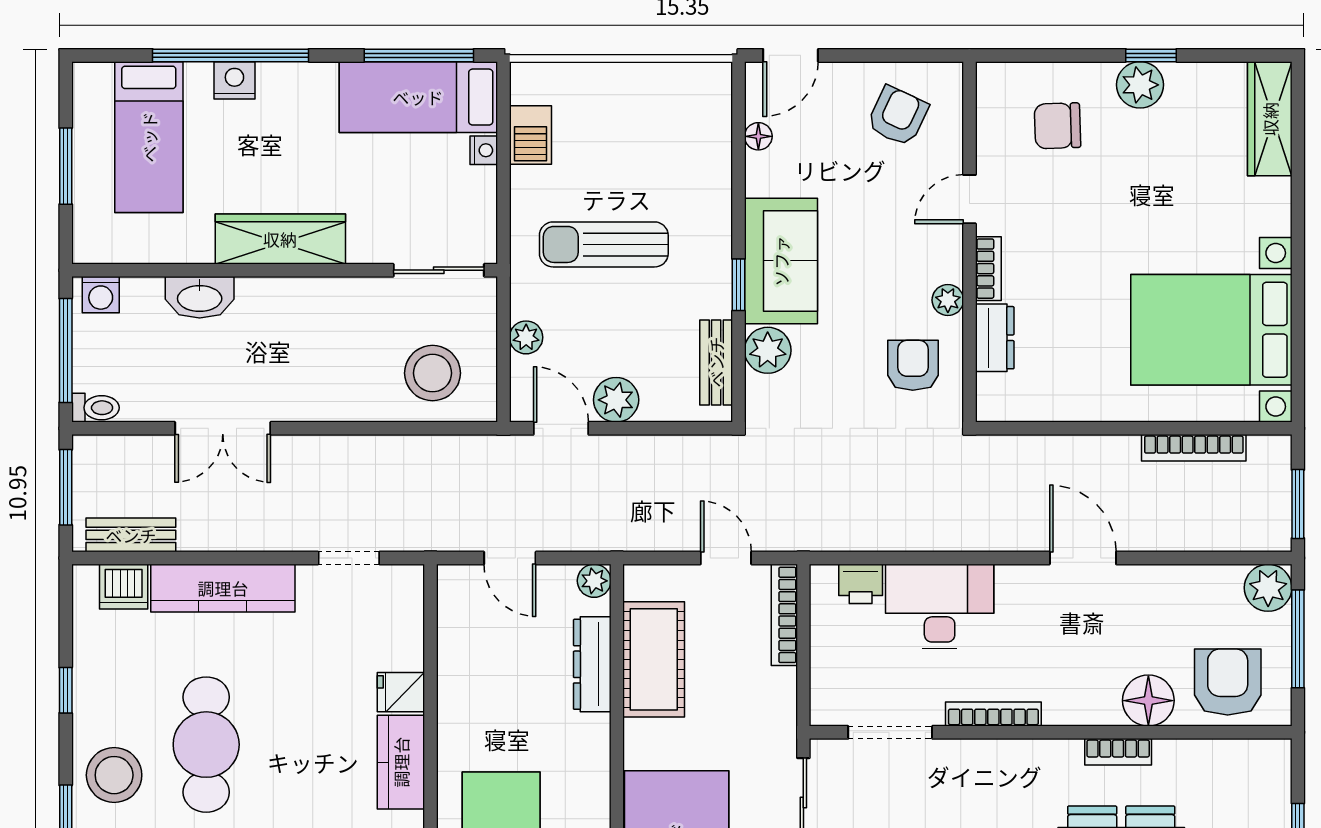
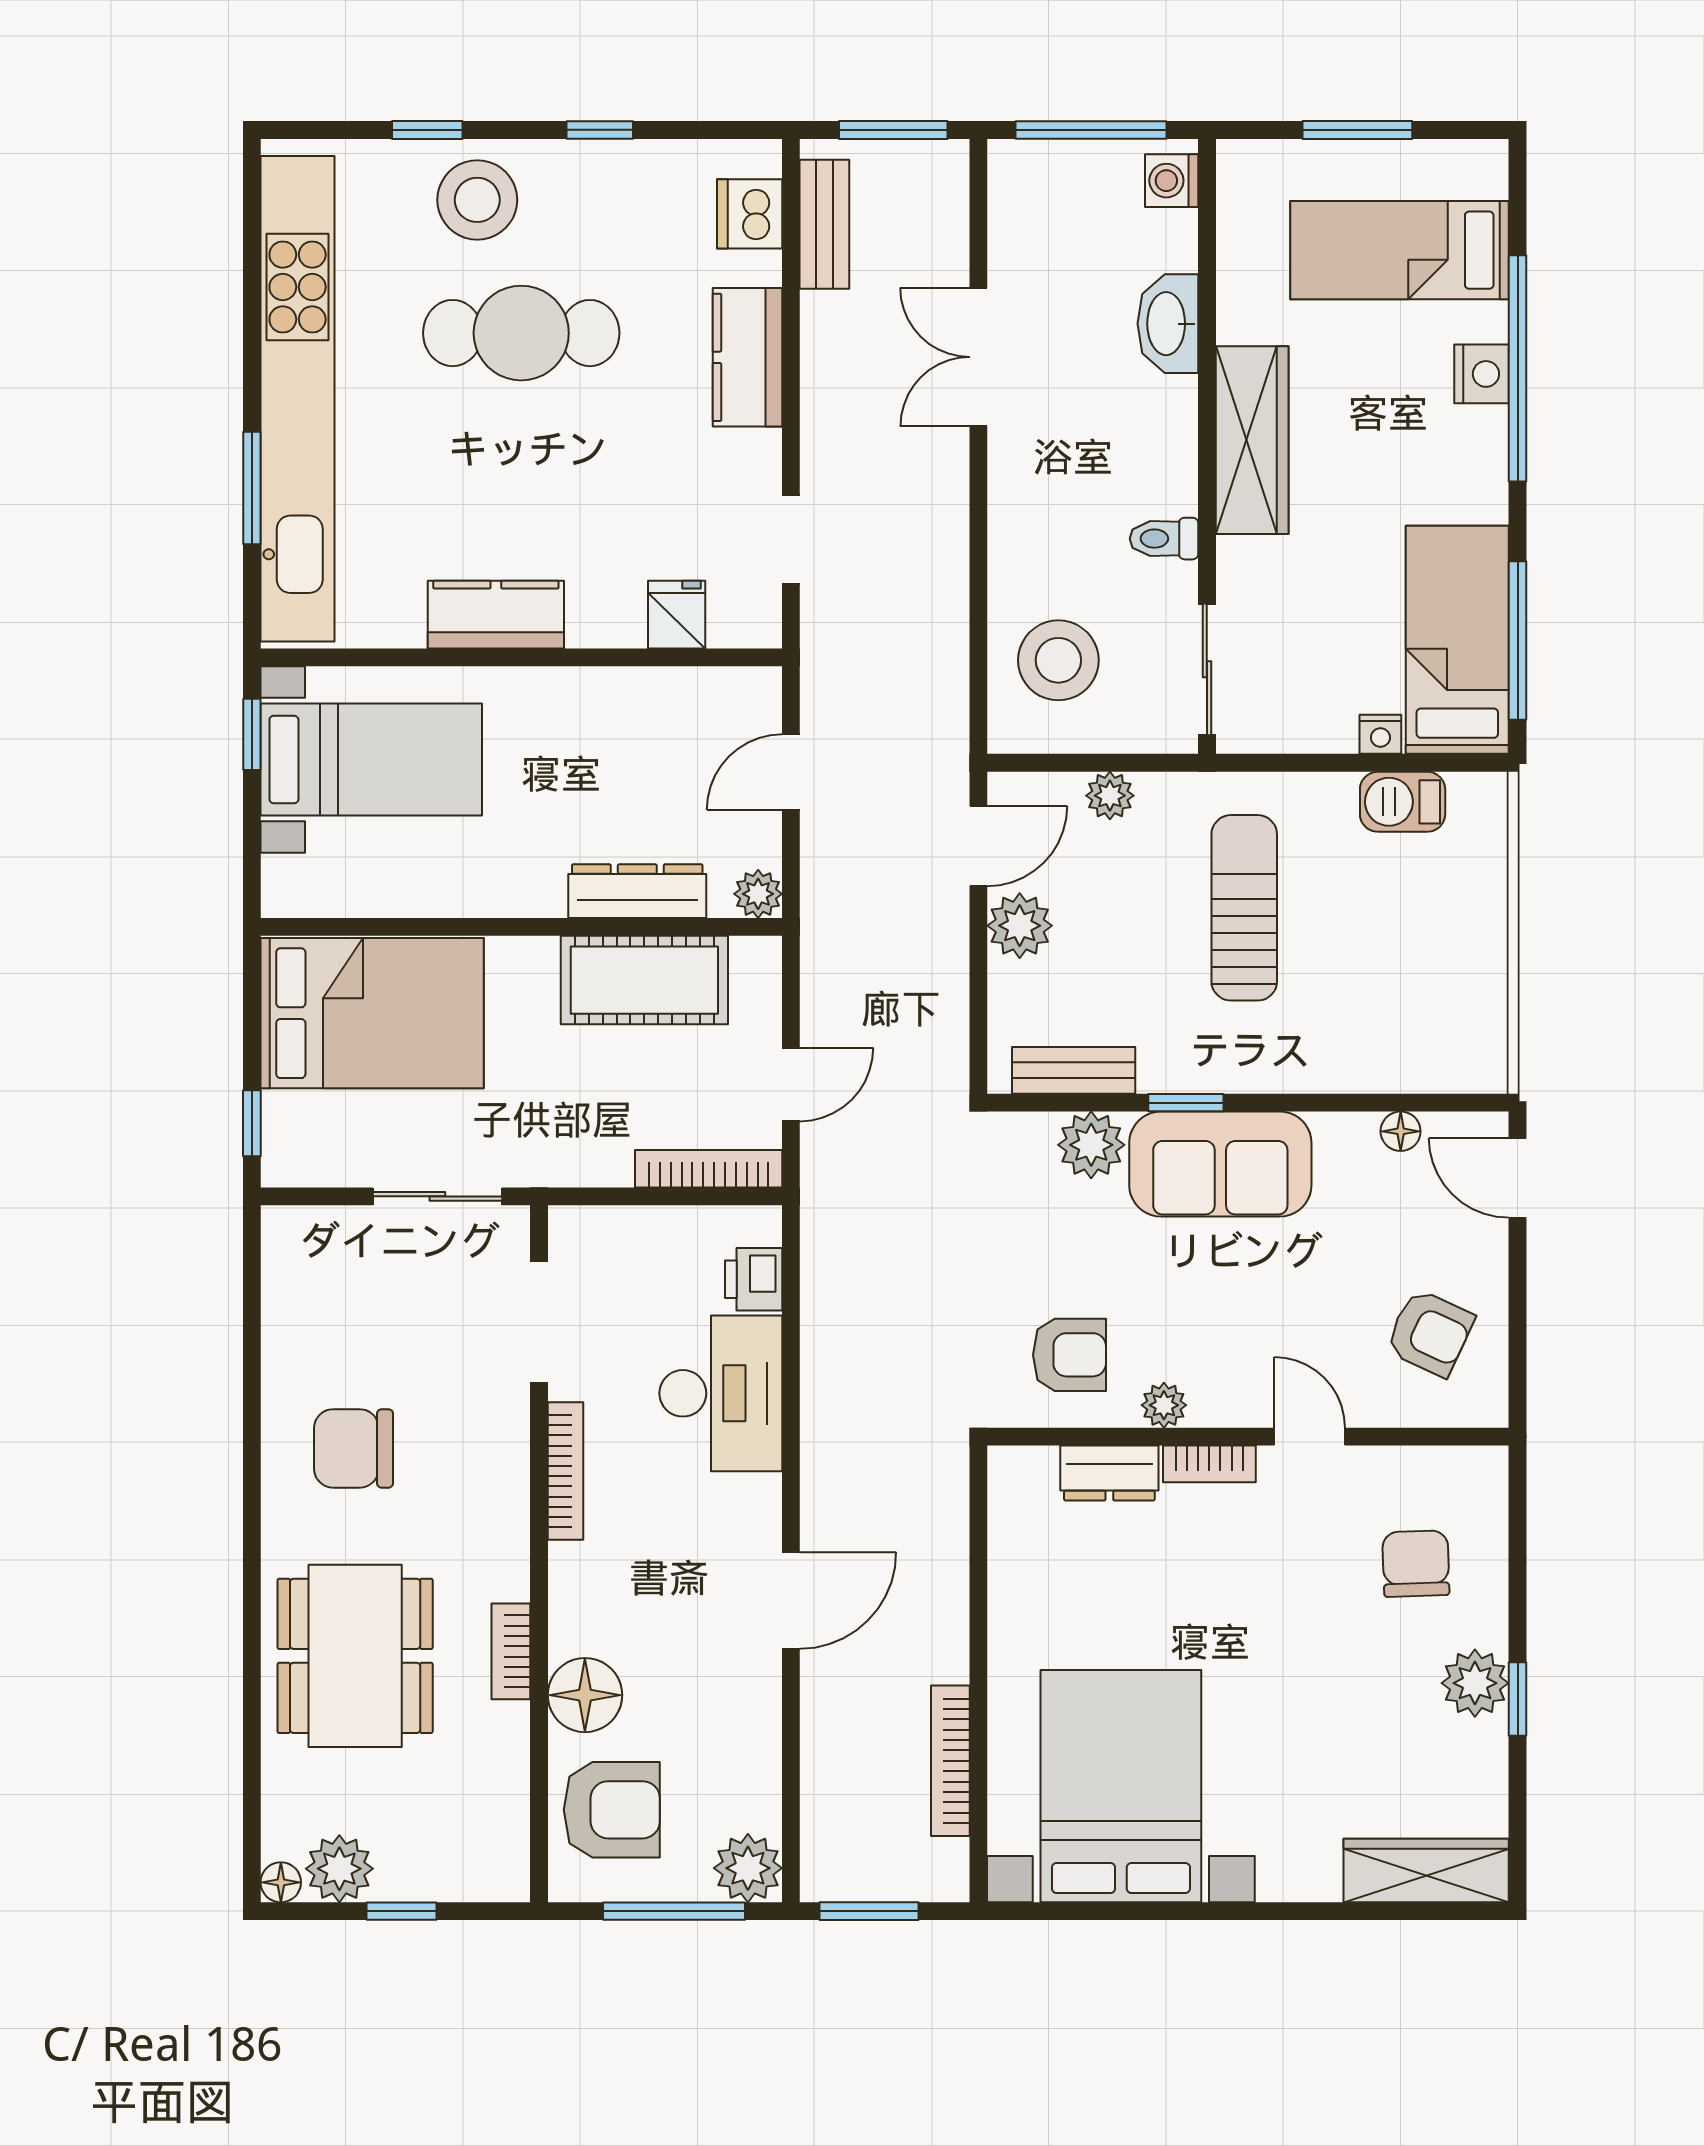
toilet: (95, 408) -> (1164, 539), moved, turned 90
kitchen counter: (223, 588) -> (747, 357), width x0.67
fridge: (401, 692) -> (677, 615), moved

